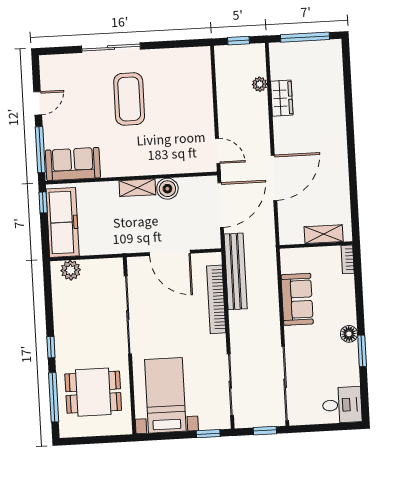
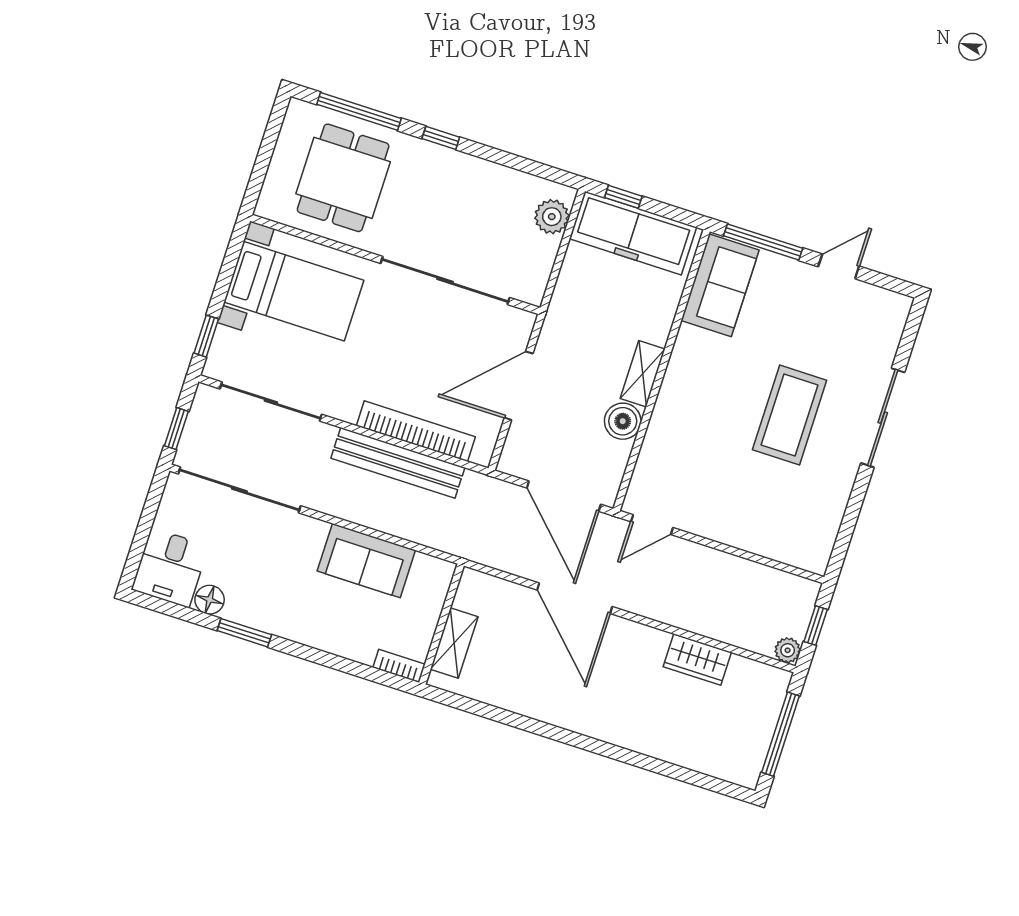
plant: (260, 84) -> (788, 650), moved
coffee table: (129, 99) -> (790, 415), turned 90
door: (38, 103) -> (839, 266), swing flipped
window: (43, 202) -> (623, 197), moved
bench: (236, 271) -> (398, 463), moved
floor lamp: (349, 334) -> (210, 600), moved

